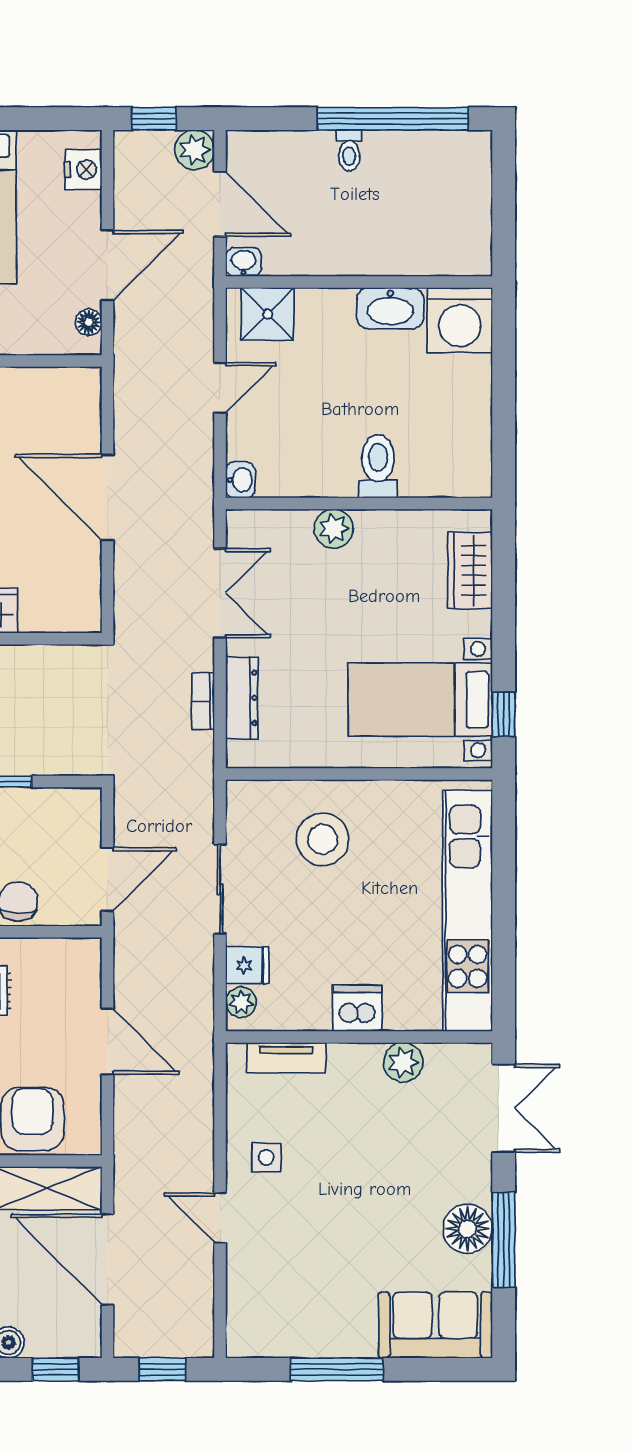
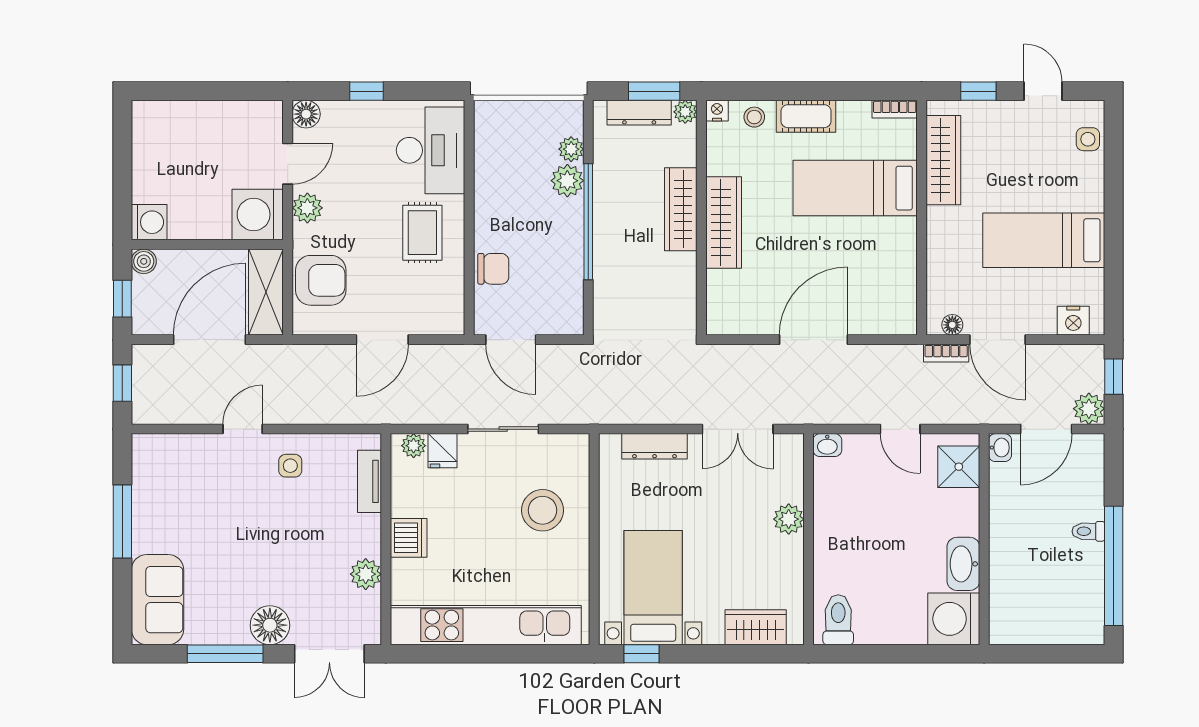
toilet: (378, 466) -> (838, 620), moved, turned -90
bookcase: (203, 701) -> (946, 353), moved, turned 180
floor lamp: (468, 1229) -> (270, 625), moved

